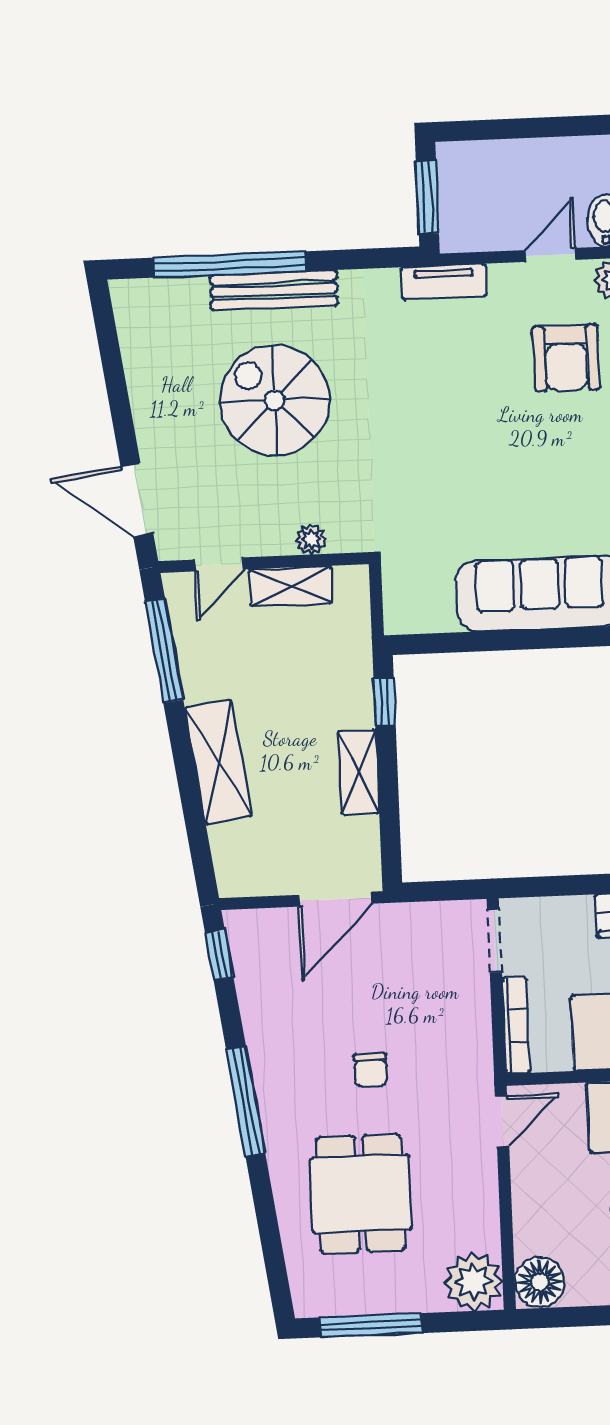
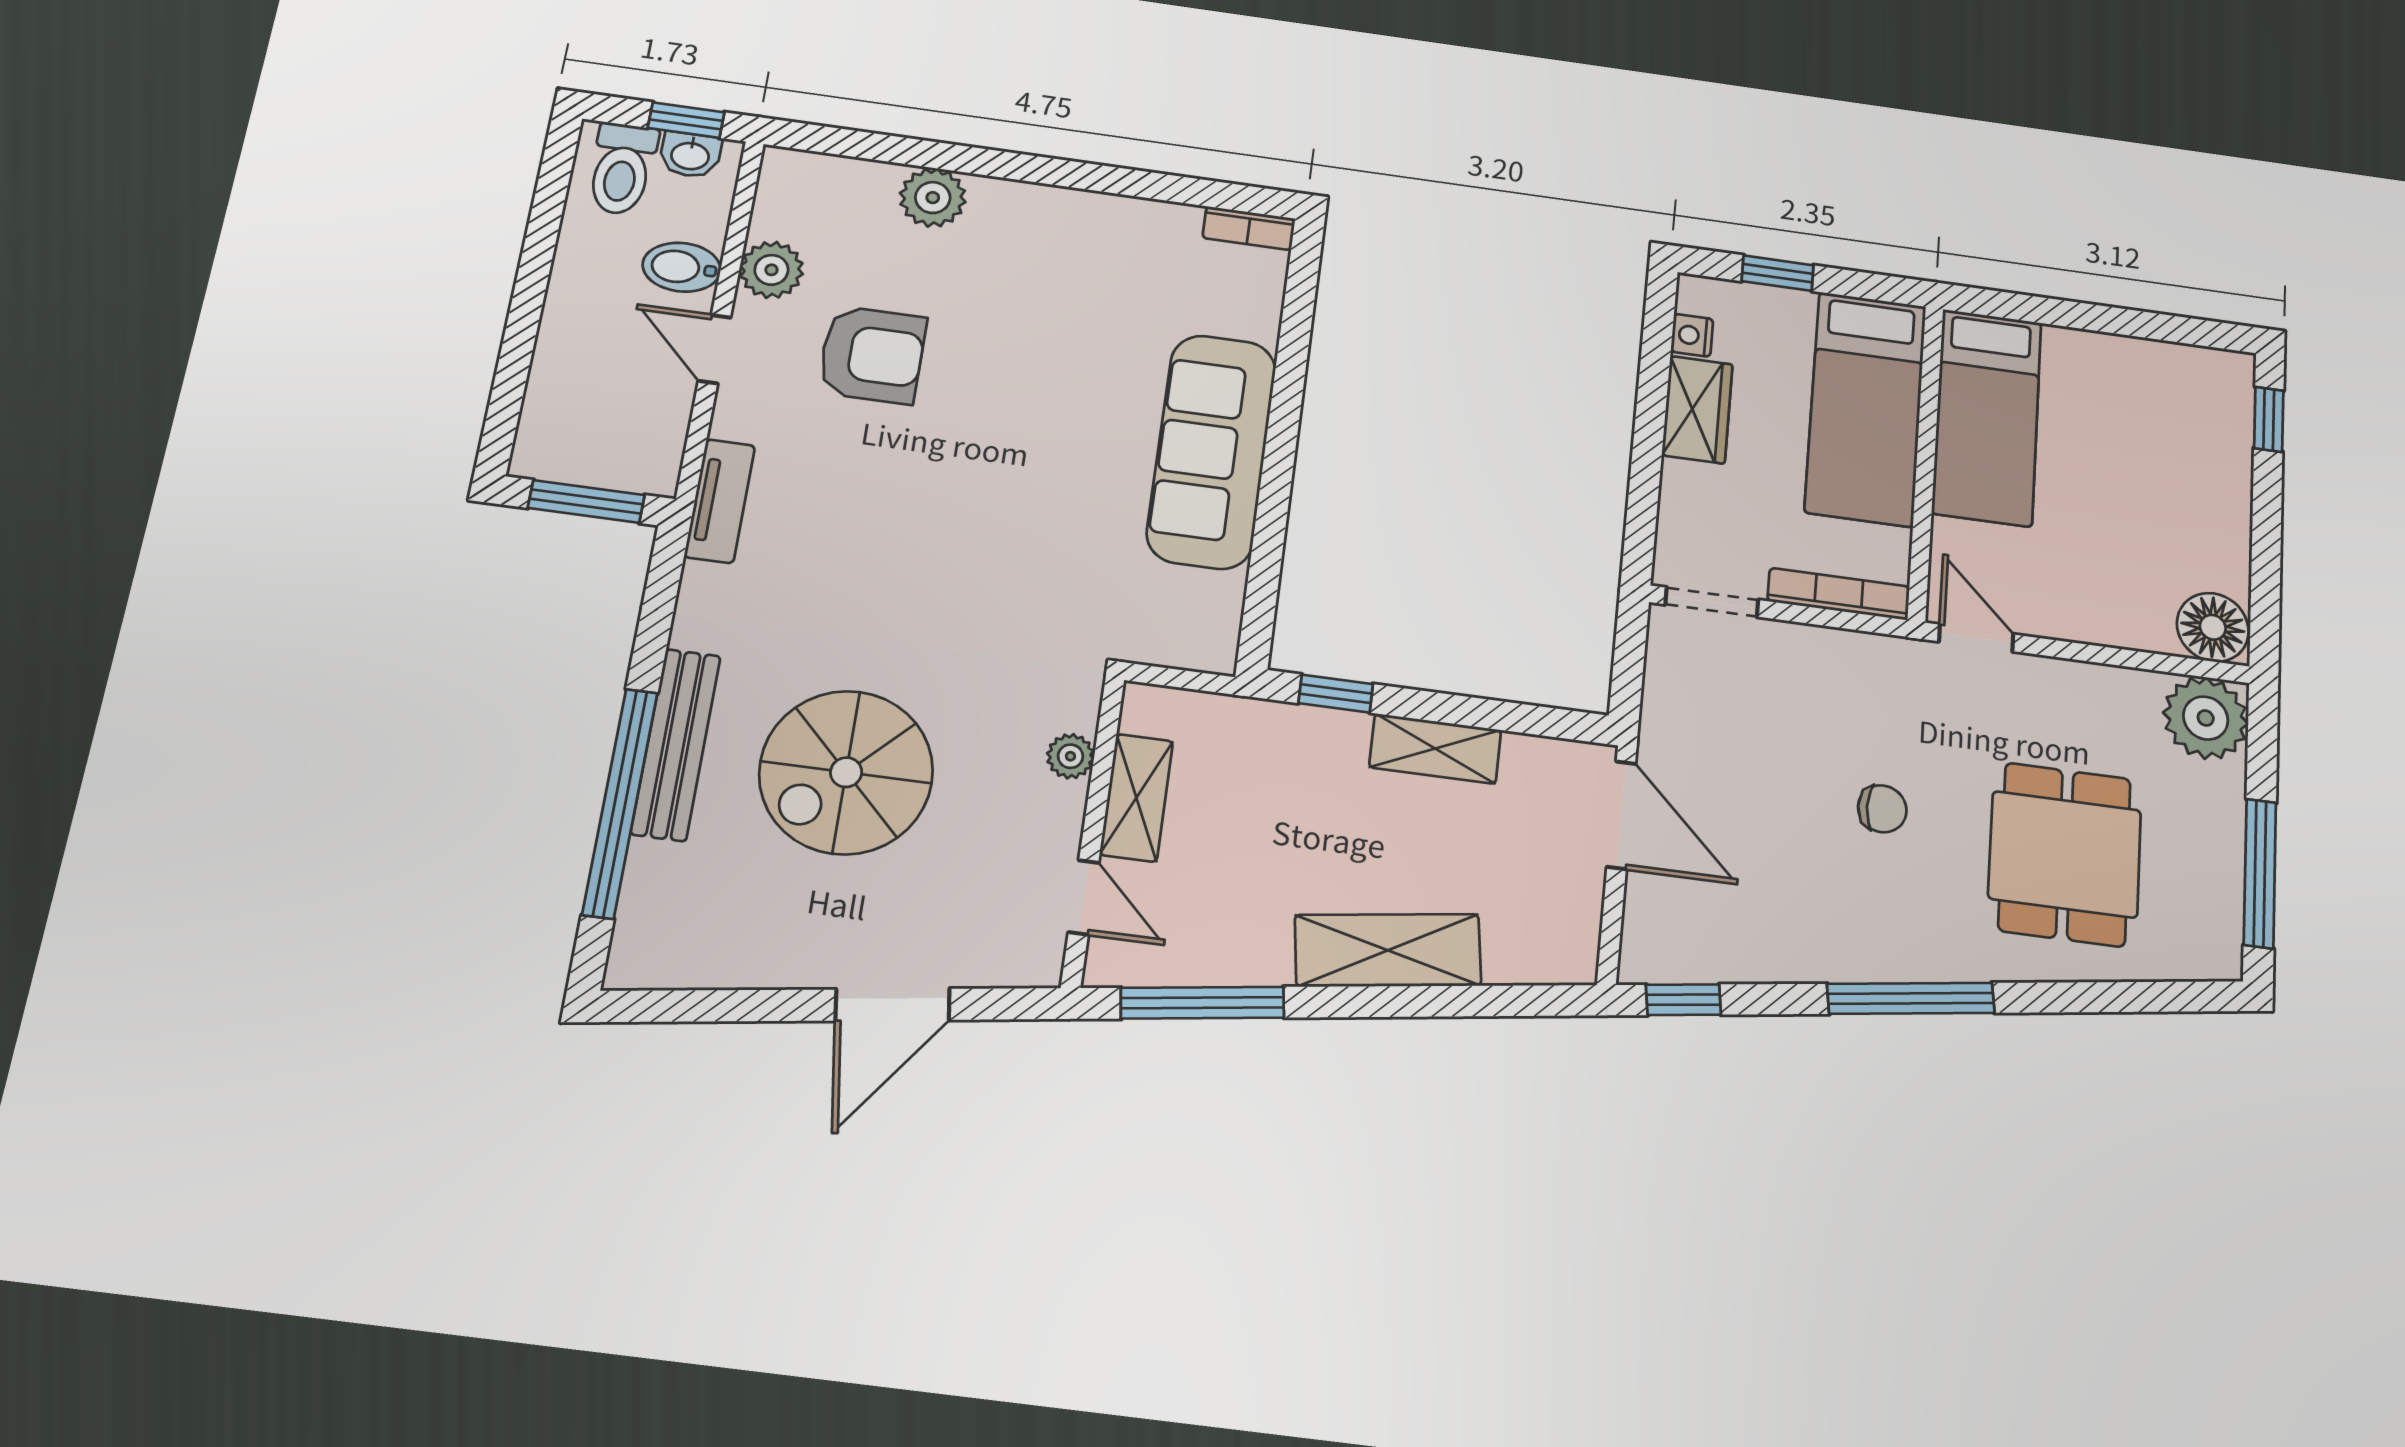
door: (137, 500) -> (893, 1005), moved
dining table: (361, 1194) -> (2065, 854), turned 90

